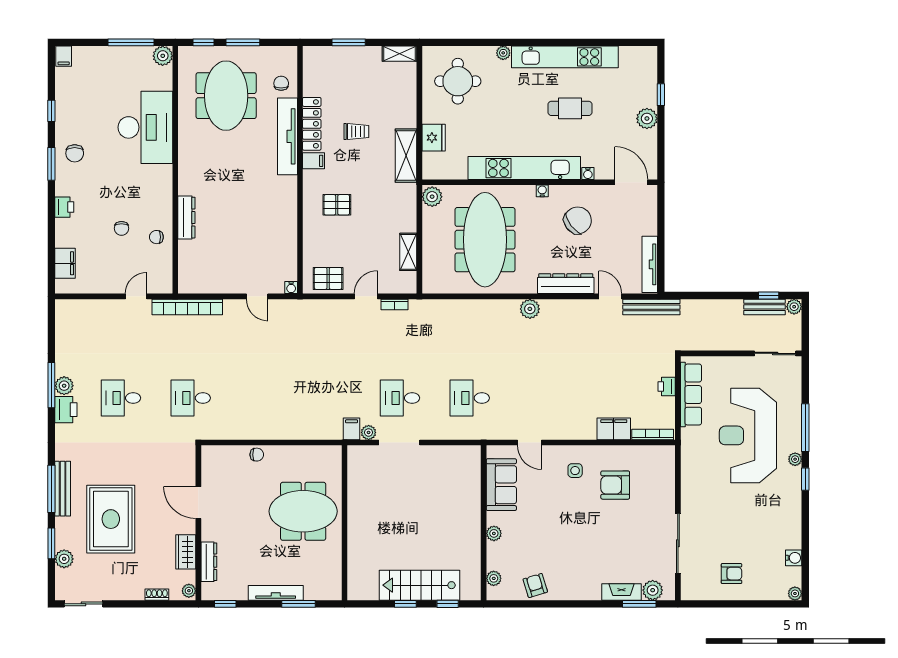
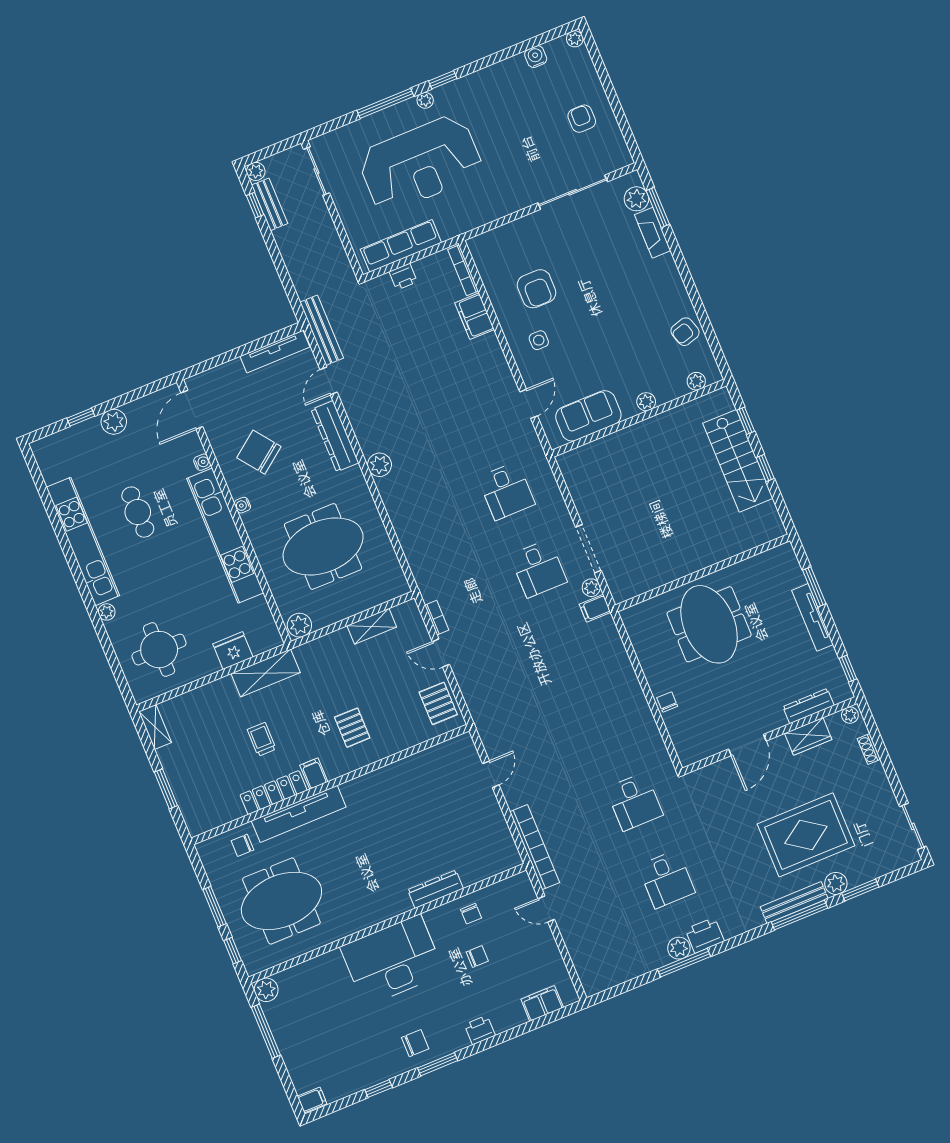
desk: (145, 127) -> (392, 960), moved
meeting table: (485, 240) -> (323, 546), width x0.73
water cooler: (291, 288) -> (465, 740), removed
plant: (64, 559) -> (836, 883), moved

